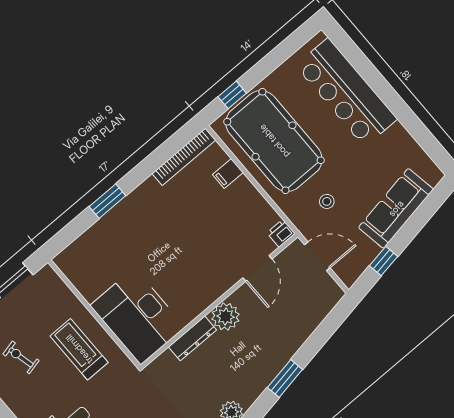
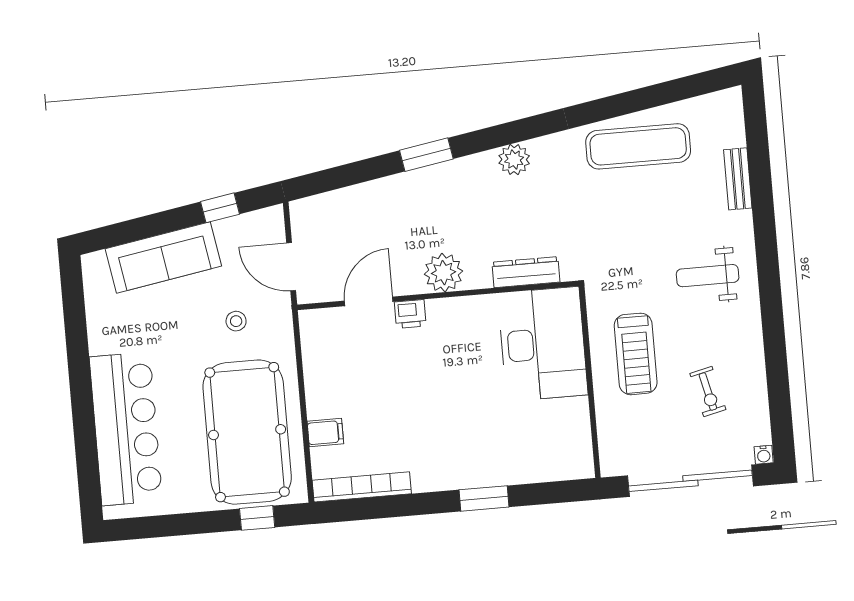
printer: (281, 233) -> (410, 314), moved
dresser: (192, 338) -> (526, 272), moved

